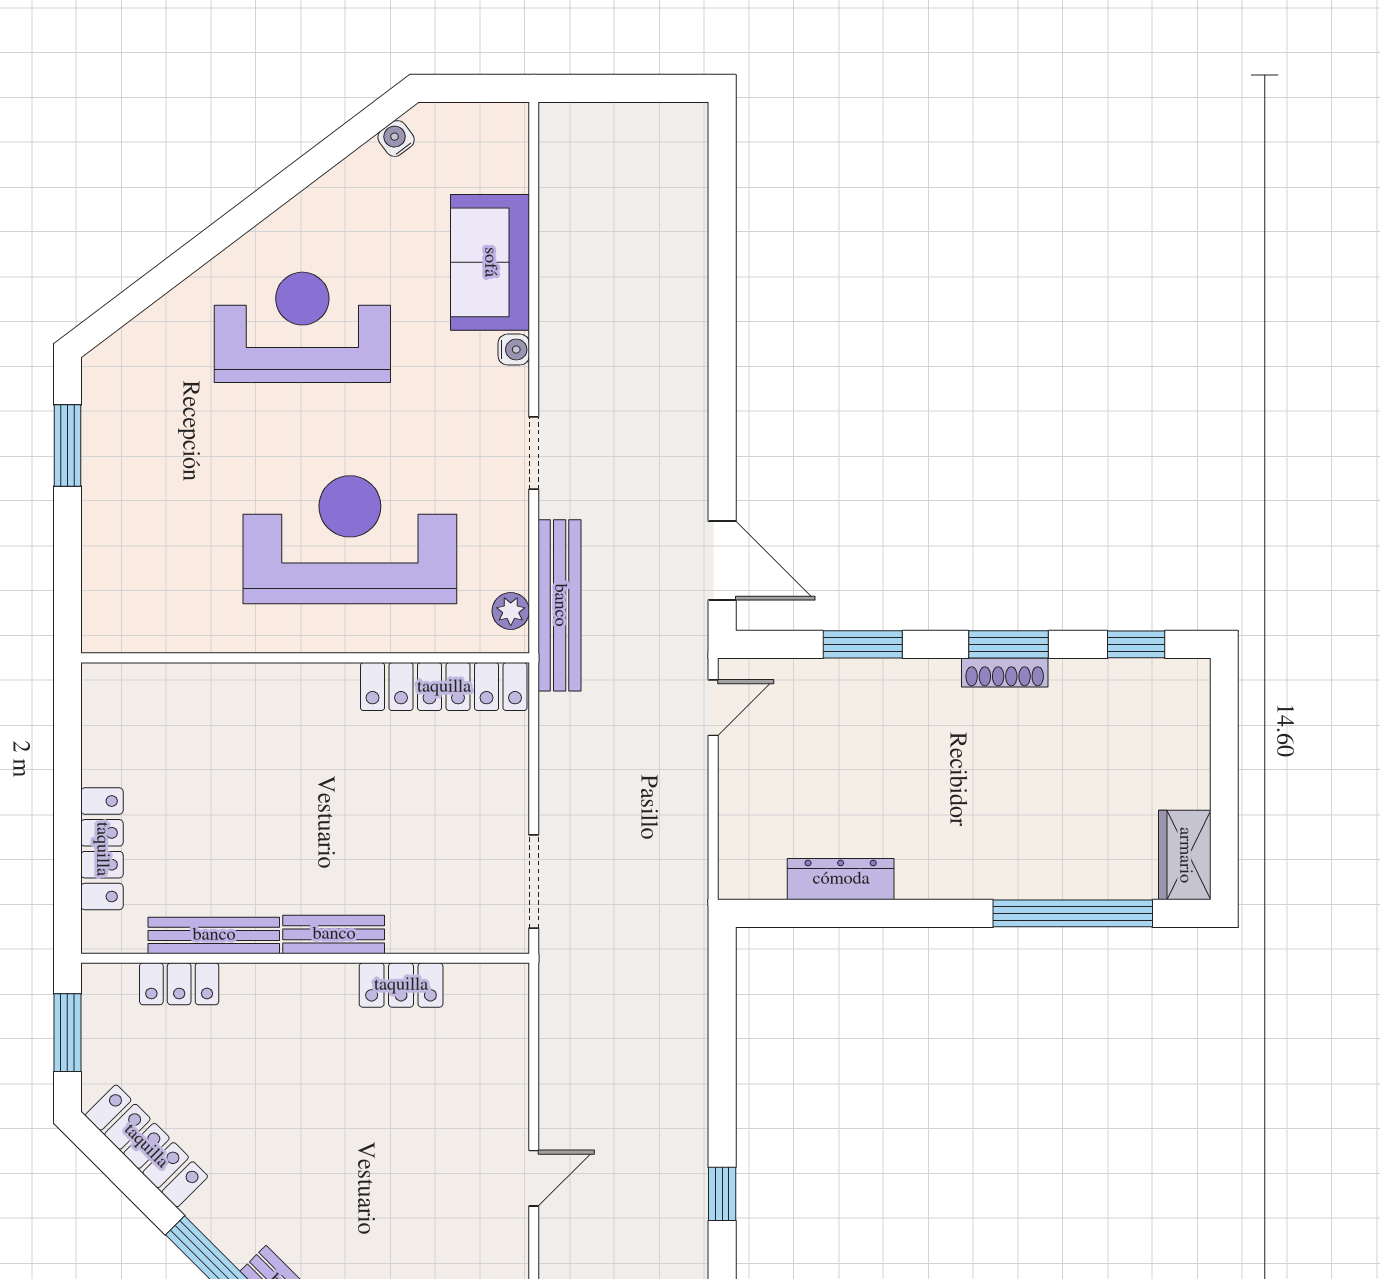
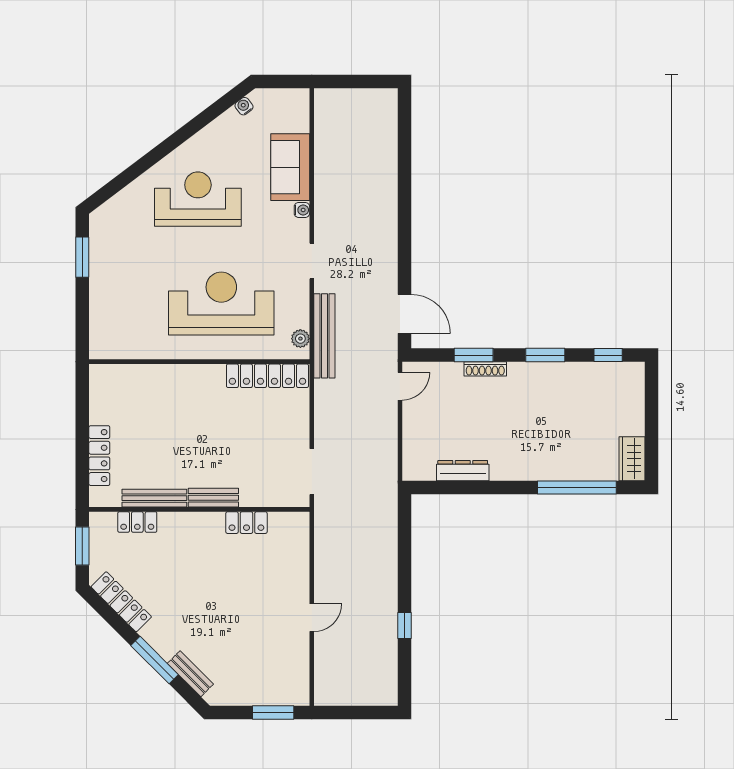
shoe rack: (1005, 673) -> (485, 369), moved

